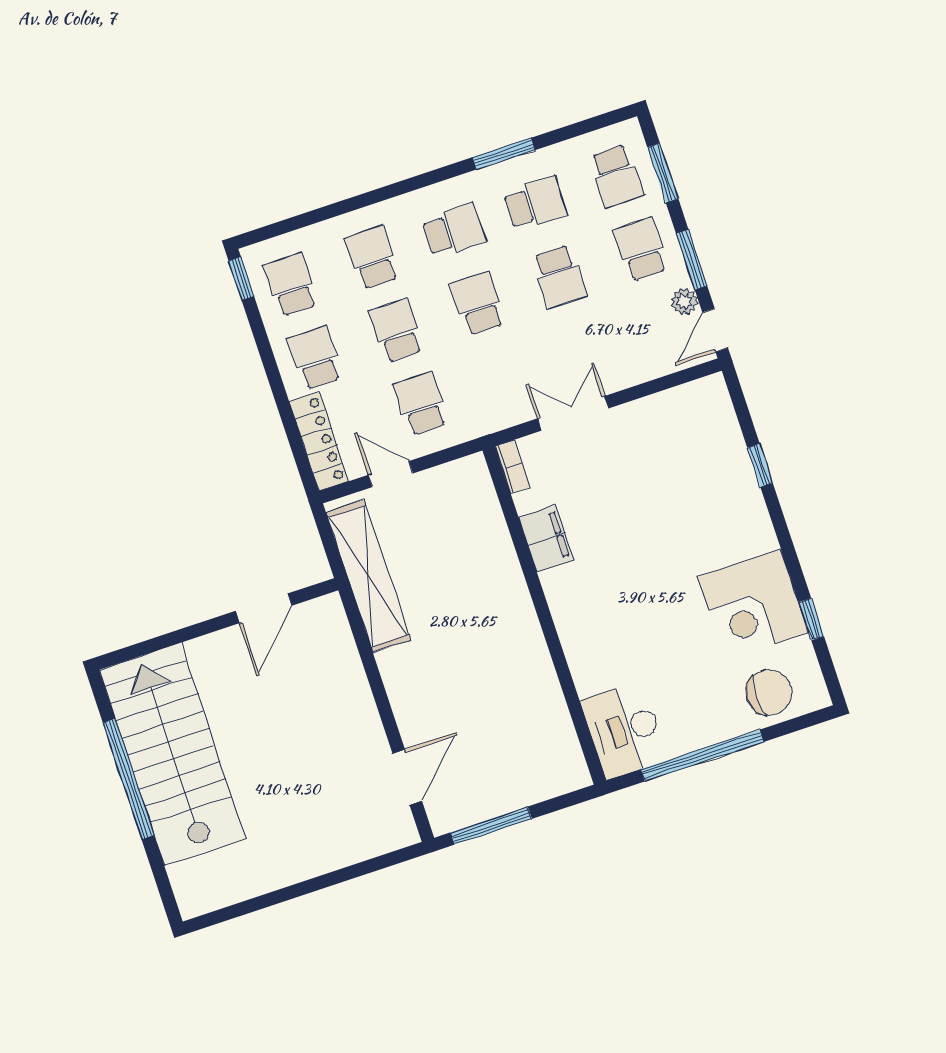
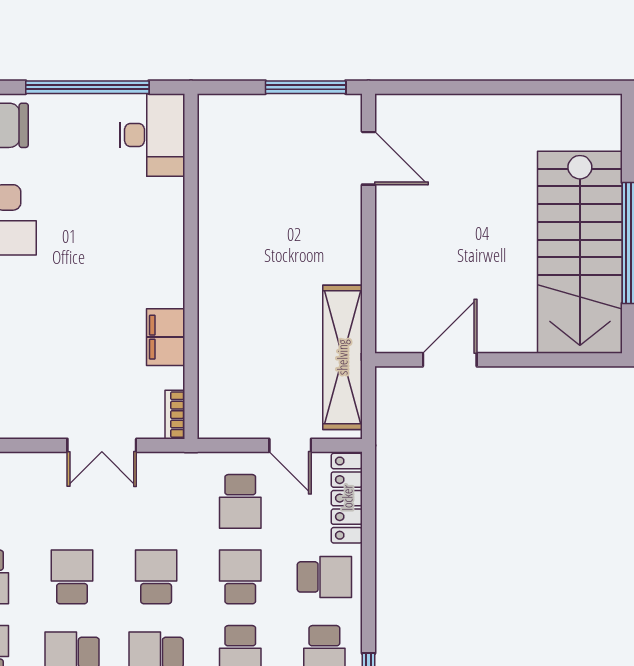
school desk: (478, 304) -> (156, 577), turned 180
school desk: (397, 331) -> (240, 577), turned 180
school desk: (315, 358) -> (324, 577), turned -90
door: (407, 777) -> (369, 158), swing flipped

